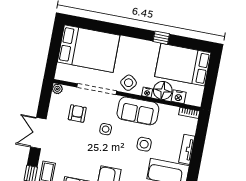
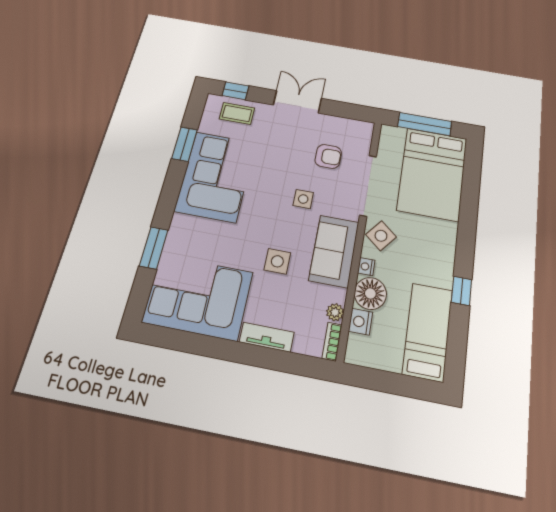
window: (54, 51) -> (425, 124), added
bed: (183, 65) -> (428, 332), width x0.67
plant: (57, 89) -> (335, 312), moved

